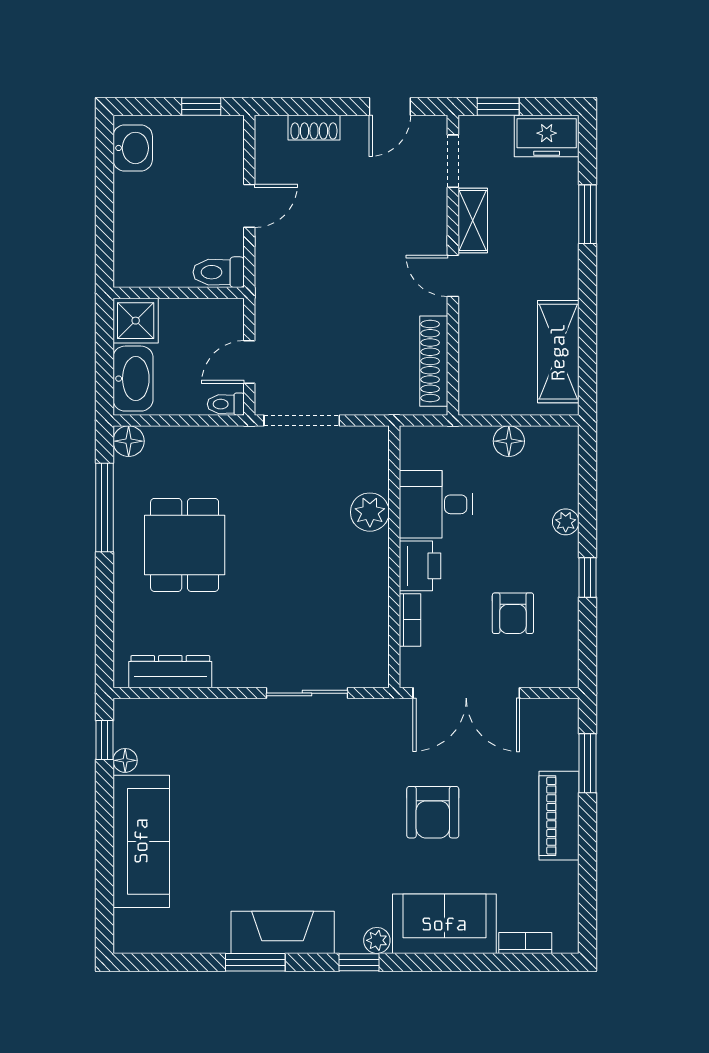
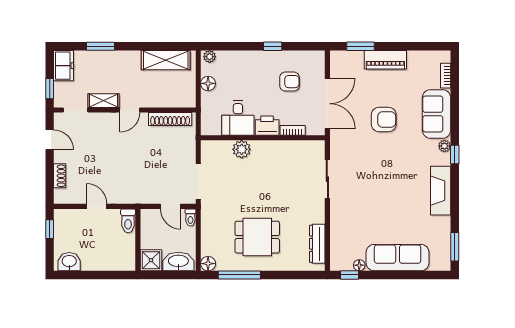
plant: (566, 522) -> (210, 57), moved
window: (255, 962) -> (455, 247), moved

